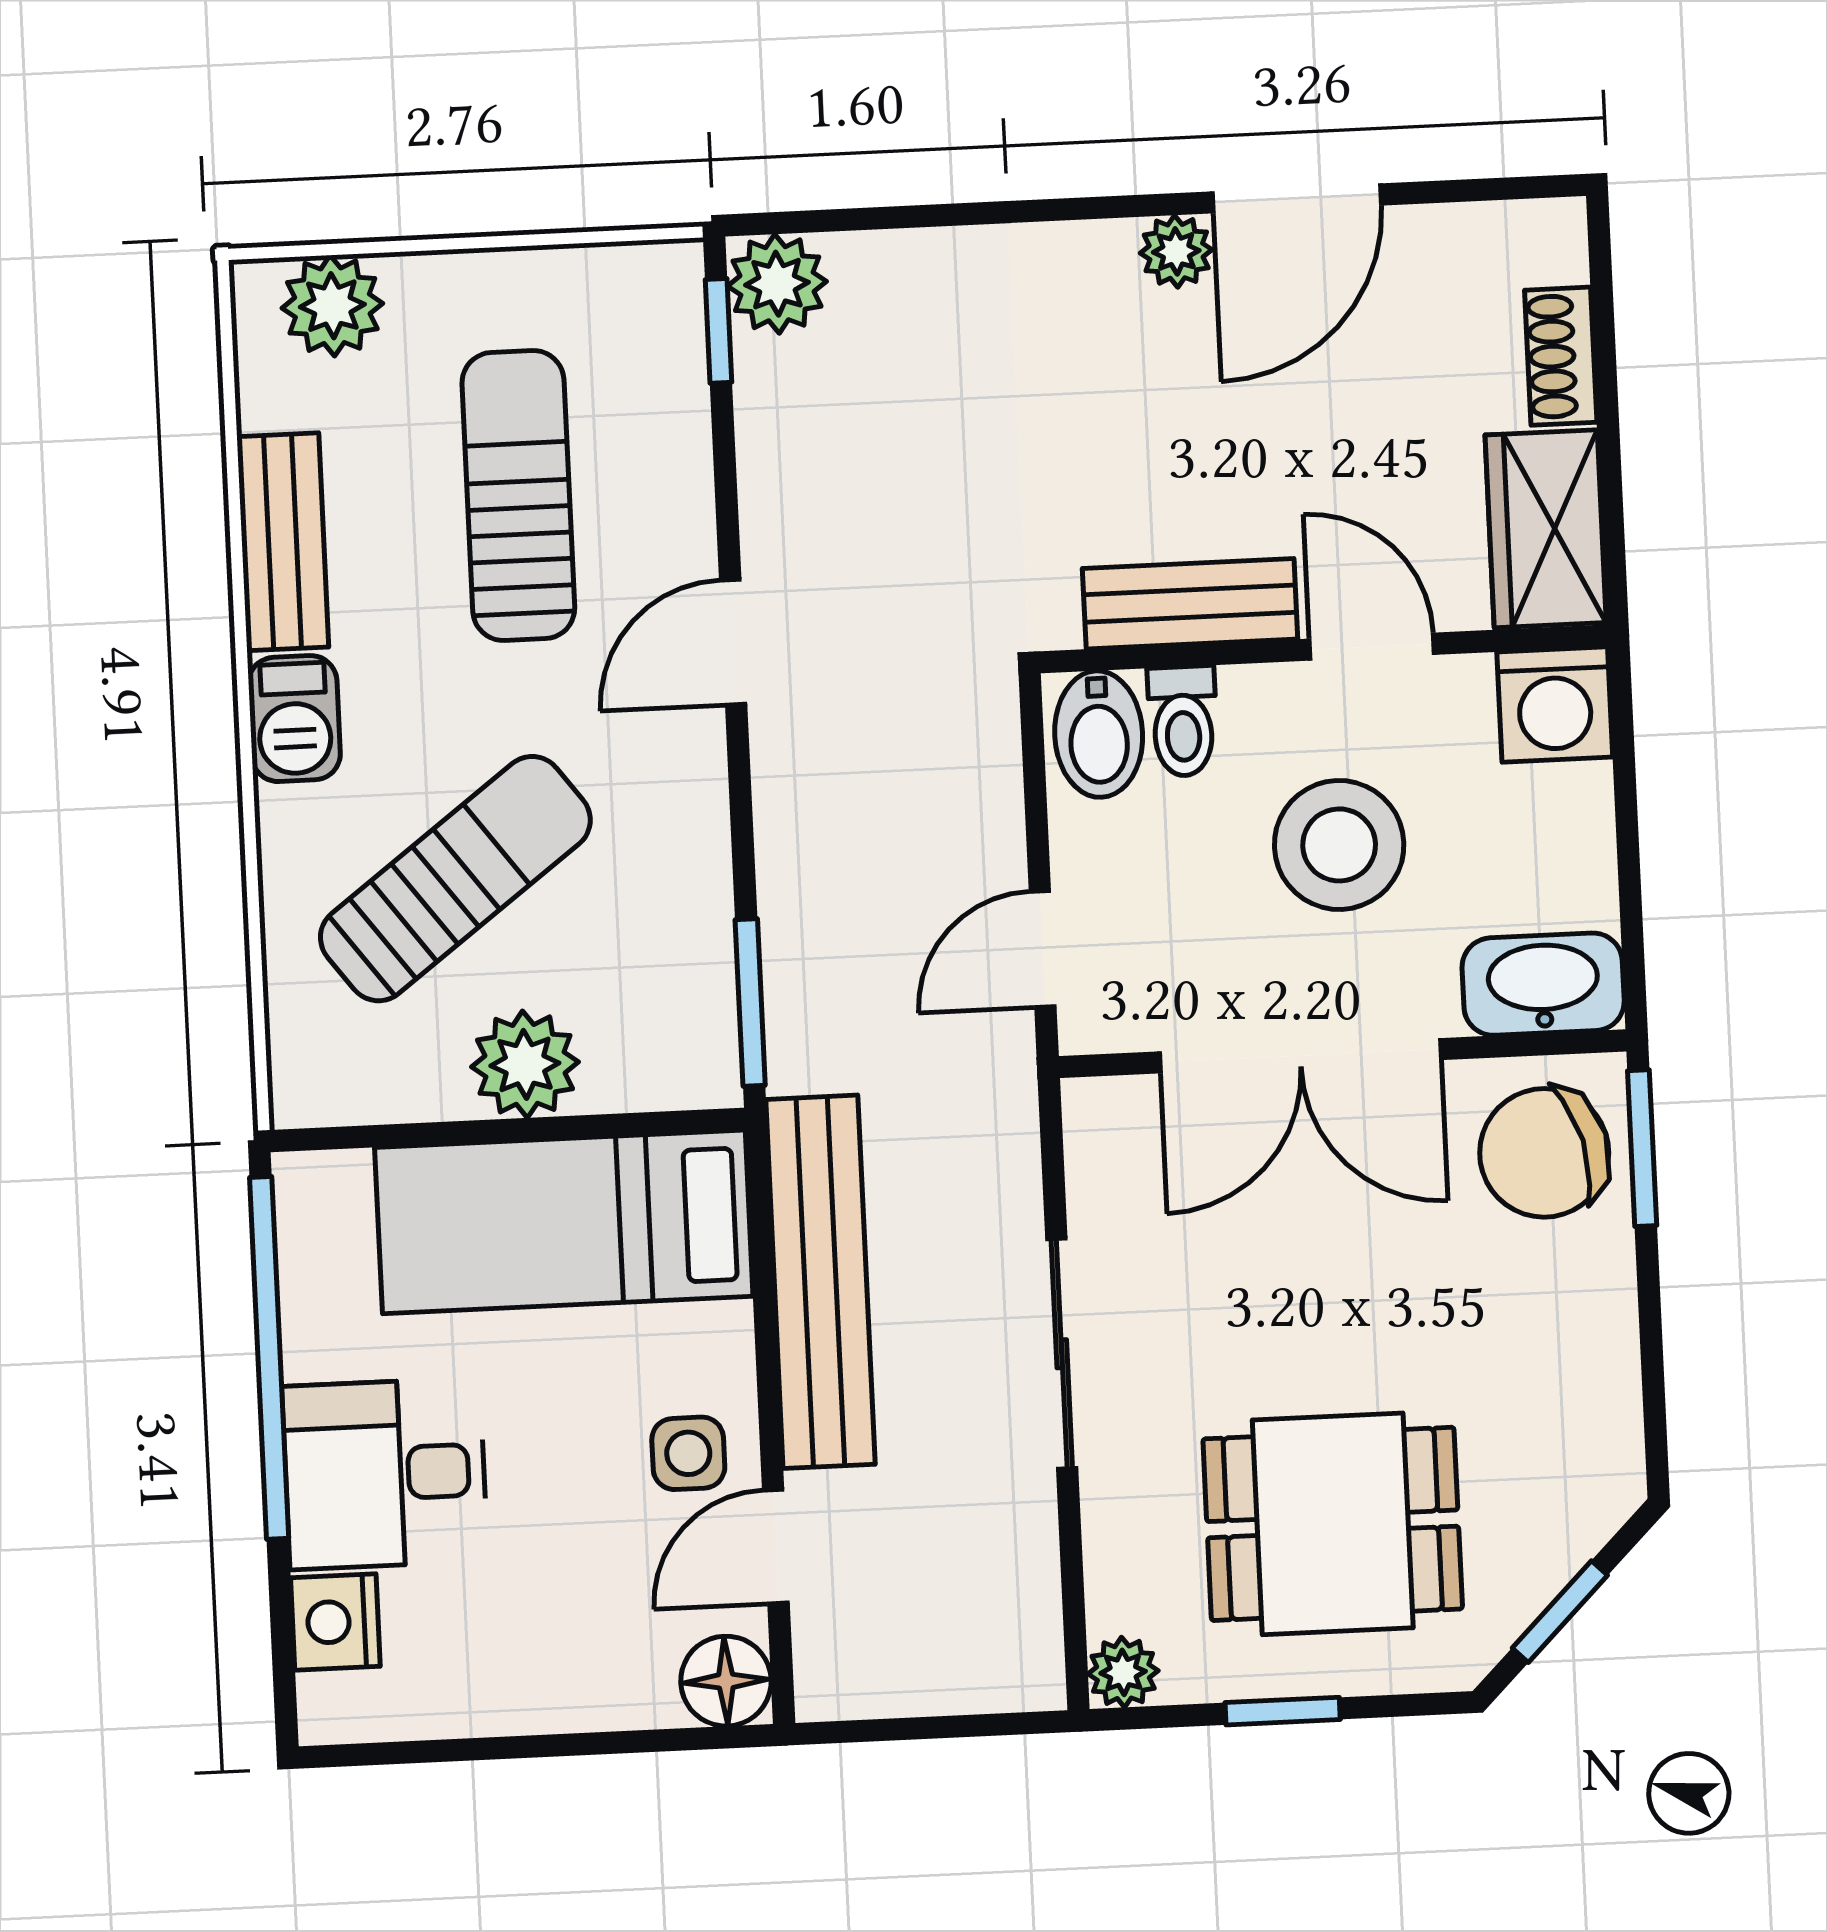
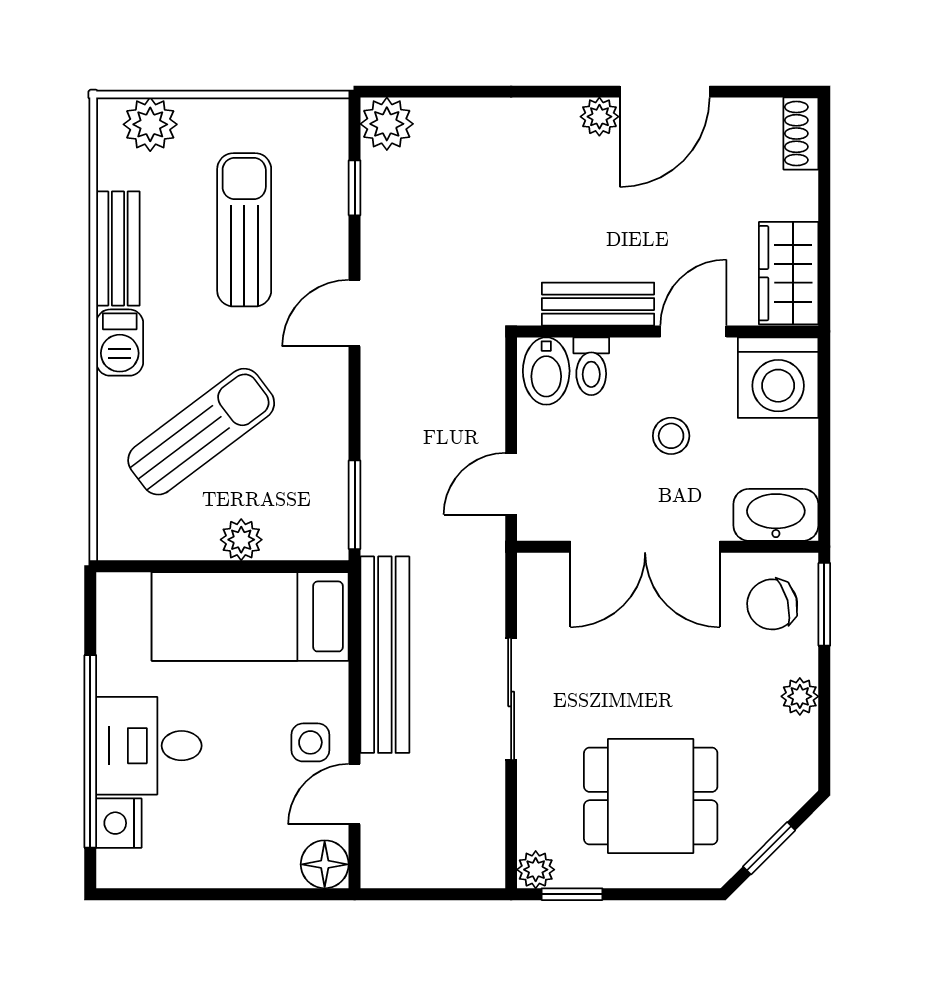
window: (719, 331) -> (355, 188), moved
shoe rack: (1561, 356) -> (801, 134), moved
door: (1372, 647) -> (693, 331), hinge flipped
washing machine: (1555, 704) -> (778, 378), width x1.37, depth x1.37
stool: (1339, 845) -> (671, 436), width x0.53, depth x0.53
plant: (525, 1064) -> (241, 540), width x0.73, depth x0.73
chair: (1544, 1153) -> (772, 604), width x0.73, depth x0.73
plant: (1604, 1323) -> (800, 696), added
window: (269, 1358) -> (90, 751), moved
window: (1283, 1711) -> (572, 894), moved

